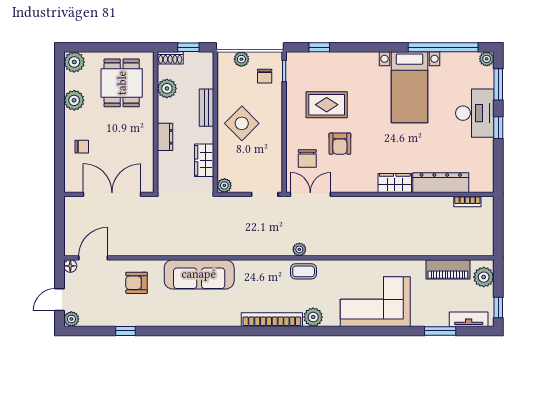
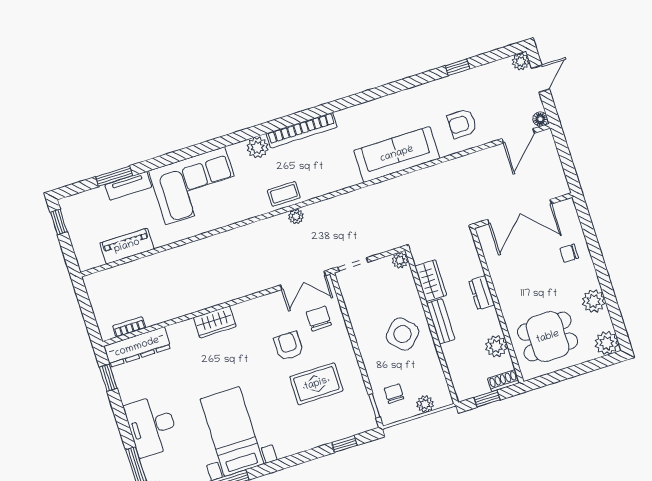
dining table: (122, 83) -> (548, 337), turned 90
bench: (207, 108) -> (441, 321), moved
window: (498, 128) -> (108, 378), moved
dresser: (441, 183) -> (137, 347), moved
plant: (484, 277) -> (85, 250), removed
armchair: (137, 283) -> (462, 124), turned 180
tv unit: (469, 319) -> (128, 186), moved

